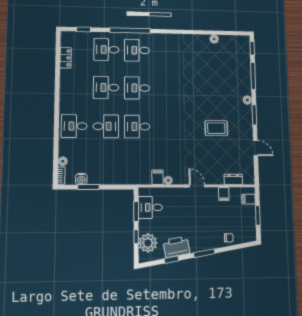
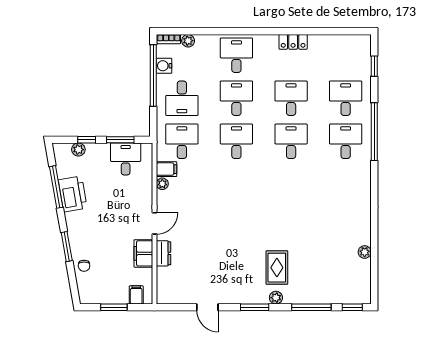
locker: (66, 58) -> (293, 42), moved
desk: (106, 126) -> (236, 98), turned 180
rug: (216, 128) -> (277, 268), moved
door: (256, 148) -> (207, 307), hinge flipped
desk: (106, 166) -> (182, 98), added
desk: (137, 166) -> (182, 141), added
dresser: (233, 179) -> (164, 253), moved
window: (88, 187) -> (153, 76), width x2.11
filing cabinet: (224, 194) -> (143, 253), width x2.00
plant: (148, 243) -> (78, 150), width x0.53, depth x0.53
window: (204, 253) -> (67, 247), moved
window: (171, 260) -> (56, 187), width x2.17

